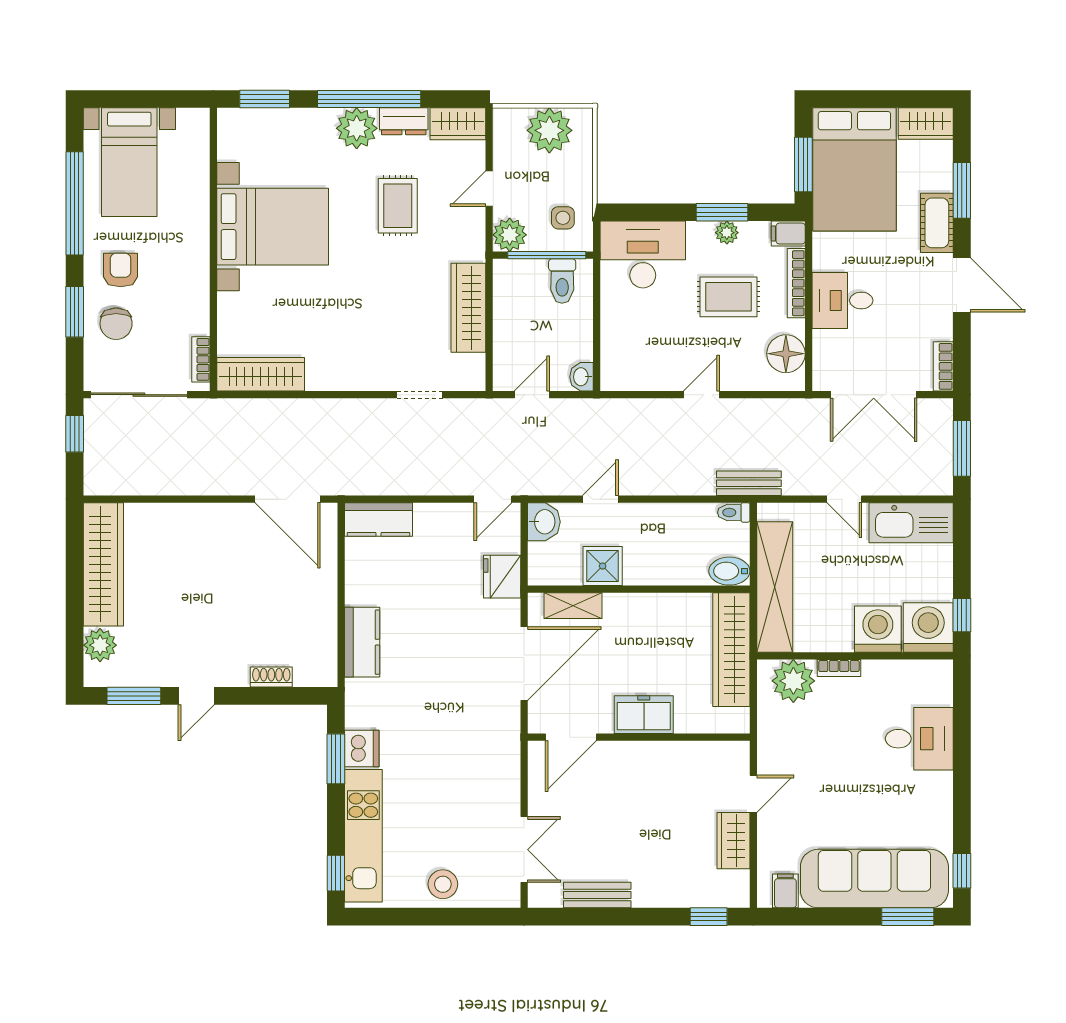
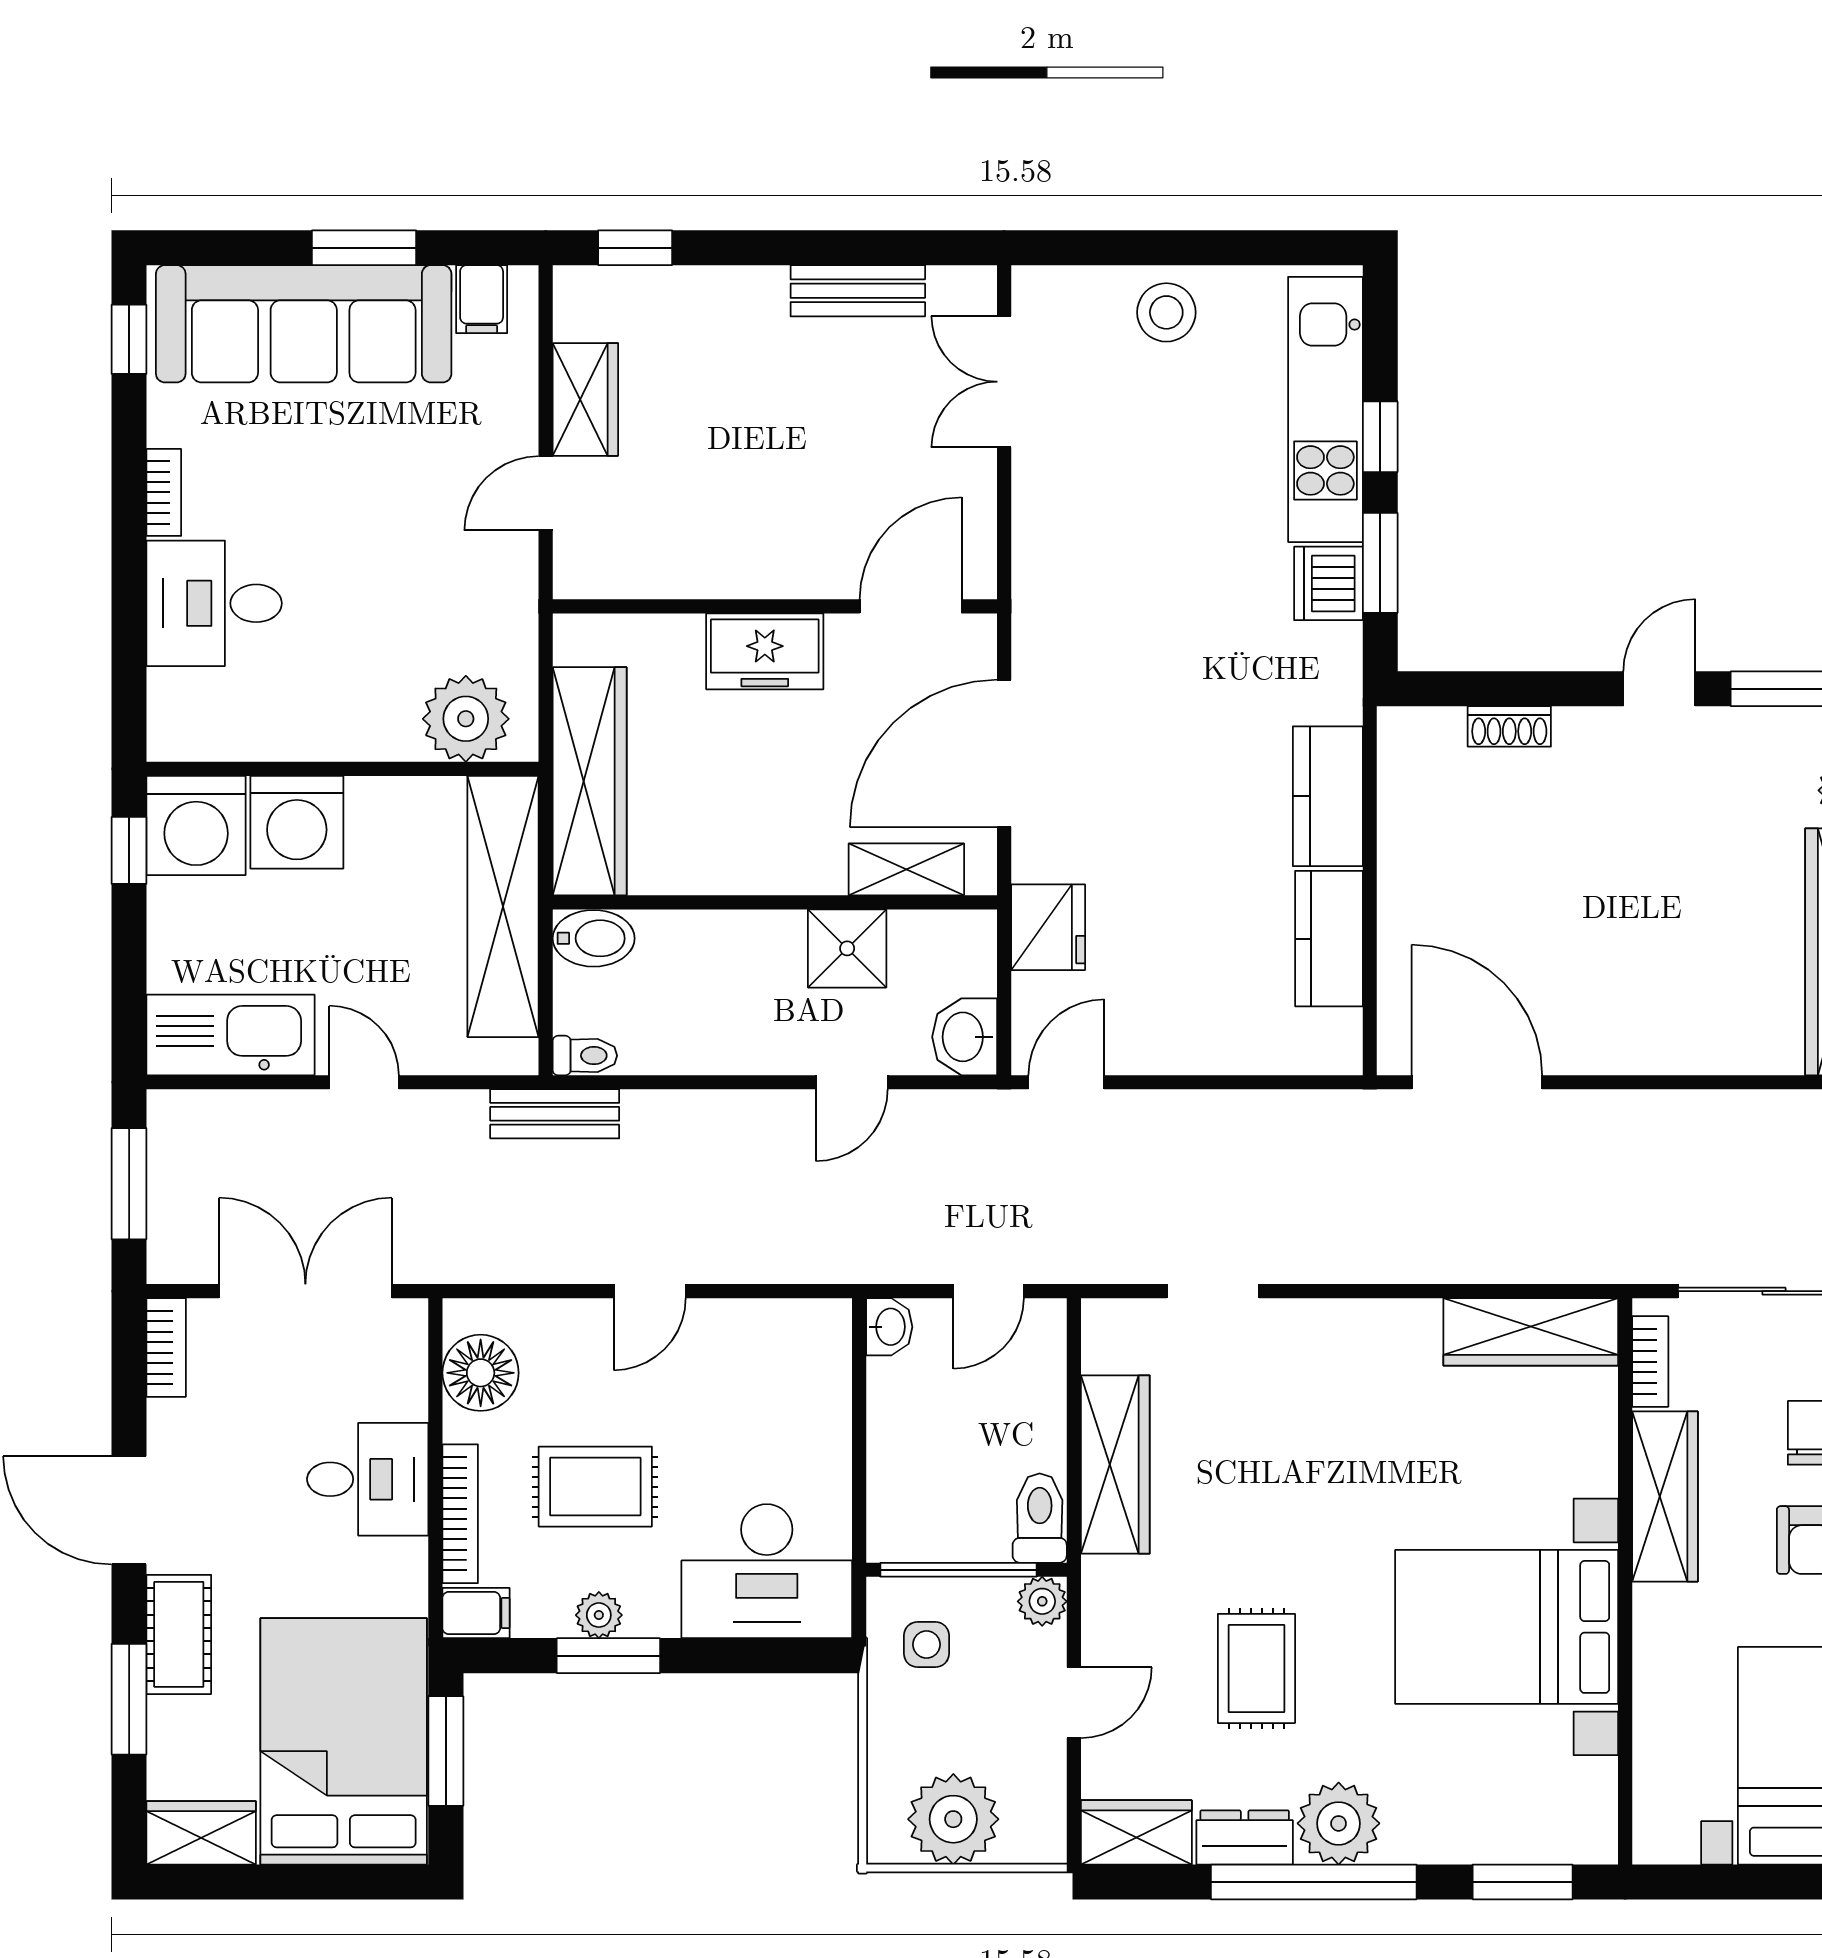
plant: (510, 235) -> (1042, 1601), width x0.73, depth x0.73
toilet: (562, 281) -> (1040, 1518), moved
wardrobe: (193, 292) -> (1665, 1496), added
kitchen counter: (378, 520) -> (1329, 939), moved, turned -90
bookcase: (839, 668) -> (164, 492), moved, turned 90
window: (336, 873) -> (1380, 437), moved
window: (908, 917) -> (364, 248), moved

